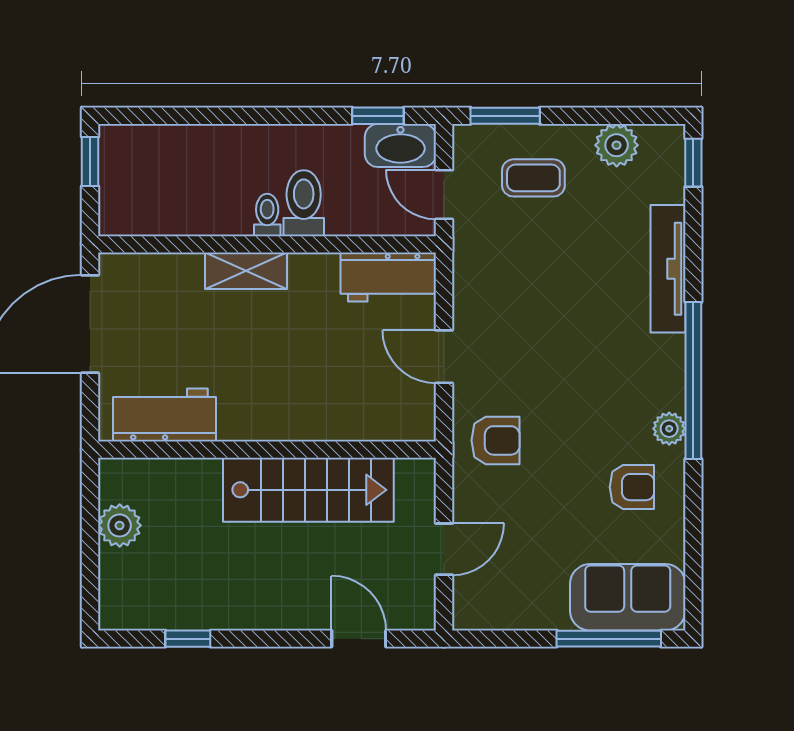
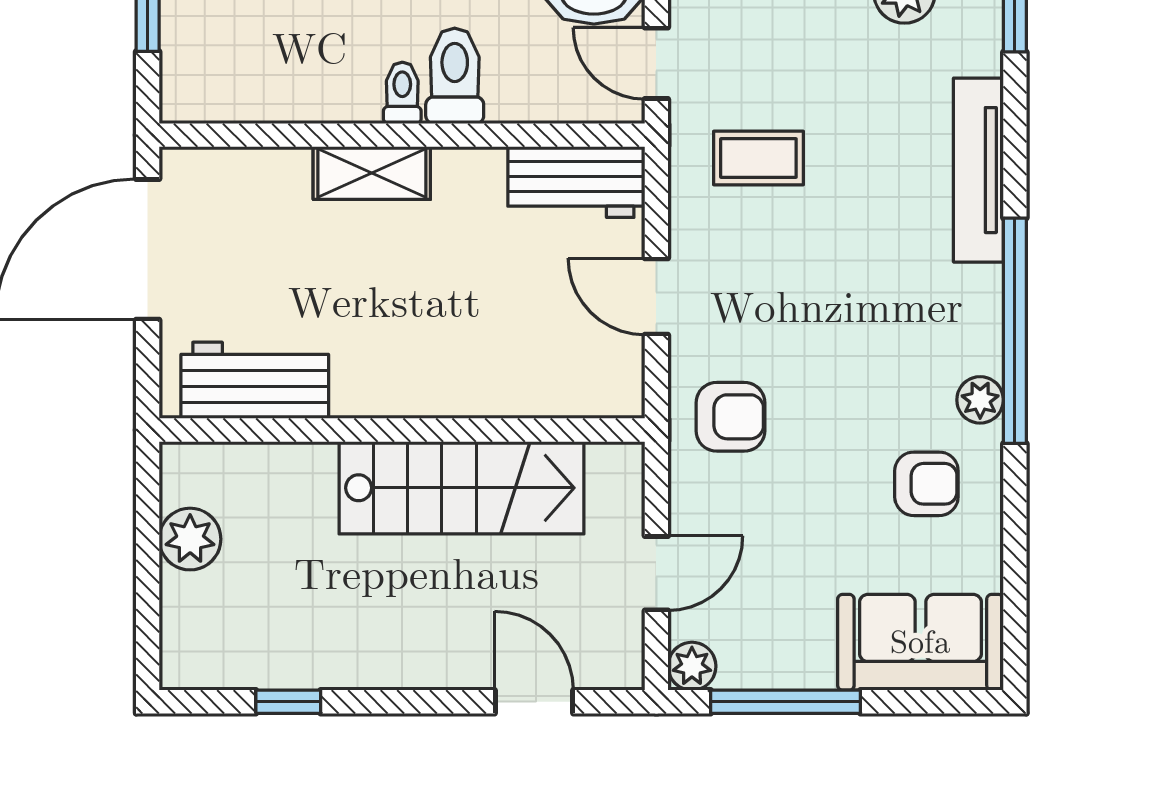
coffee table: (533, 178) -> (758, 158), moved
plant: (469, 614) -> (692, 666), added
window: (609, 639) -> (785, 702), moved

